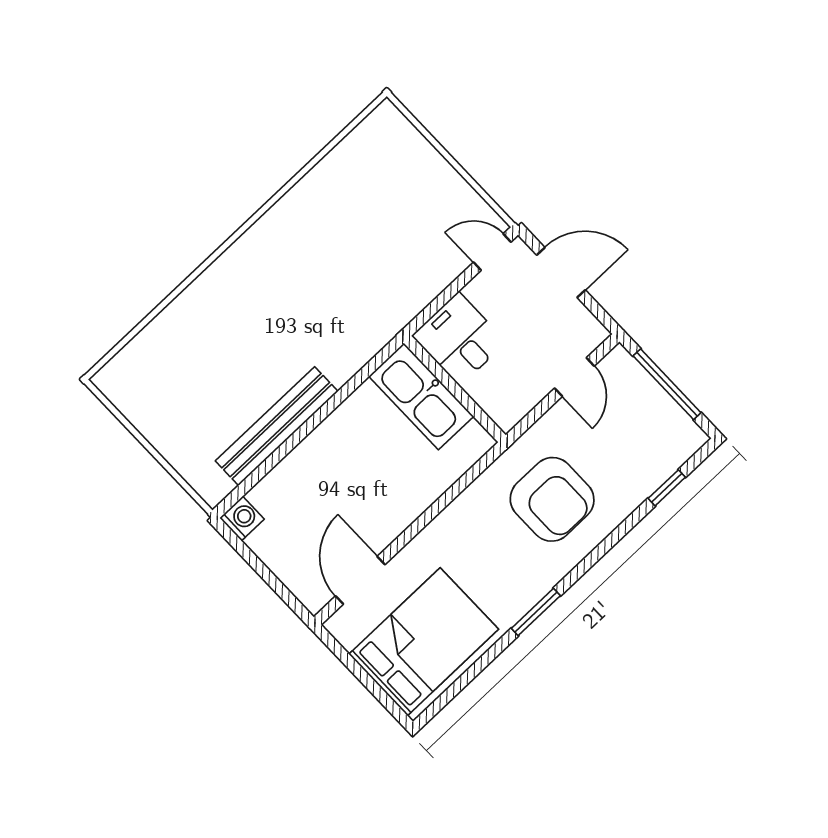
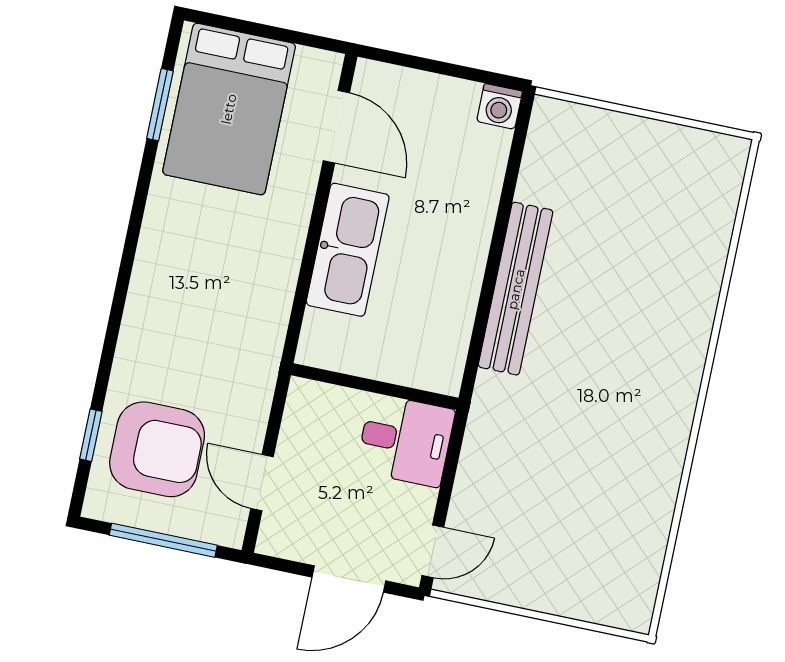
kitchen sink: (421, 396) -> (348, 250), moved, turned 90
bench: (277, 426) -> (516, 289), moved
armchair: (552, 499) -> (157, 449), moved, turned 180
window: (536, 612) -> (160, 105), moved

